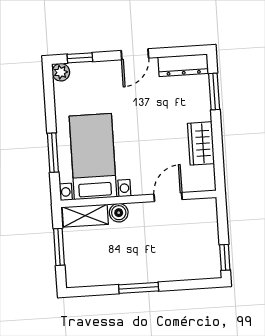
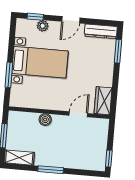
plant: (61, 72) -> (43, 26), moved
wardrobe: (201, 143) -> (103, 101), moved
bed with nightstands: (93, 157) -> (40, 62), moved, turned 90
shelving: (85, 216) -> (19, 158), moved

